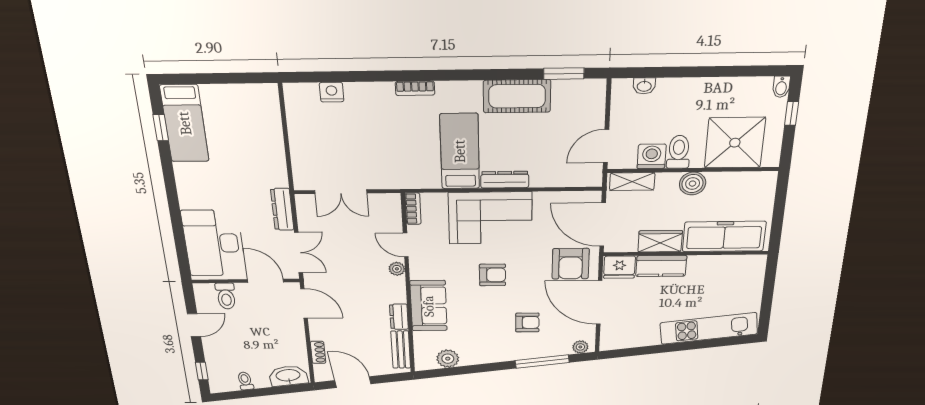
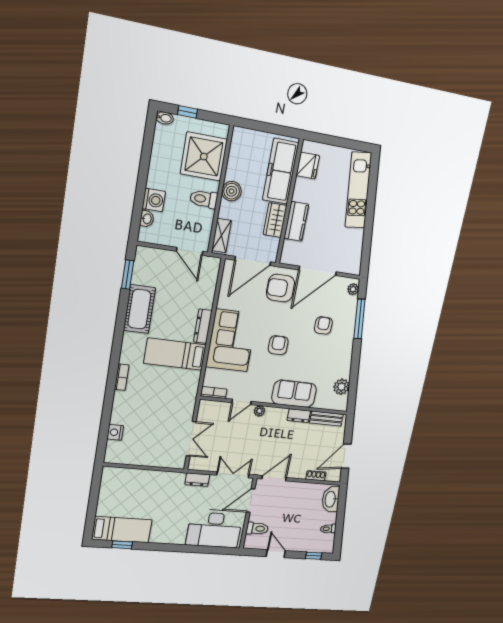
washing machine: (652, 156) -> (154, 200), moved, turned 180
dresser: (282, 209) -> (197, 480), width x0.70
armchair: (571, 264) -> (280, 288), turned 180
fridge: (619, 267) -> (308, 166), moved

